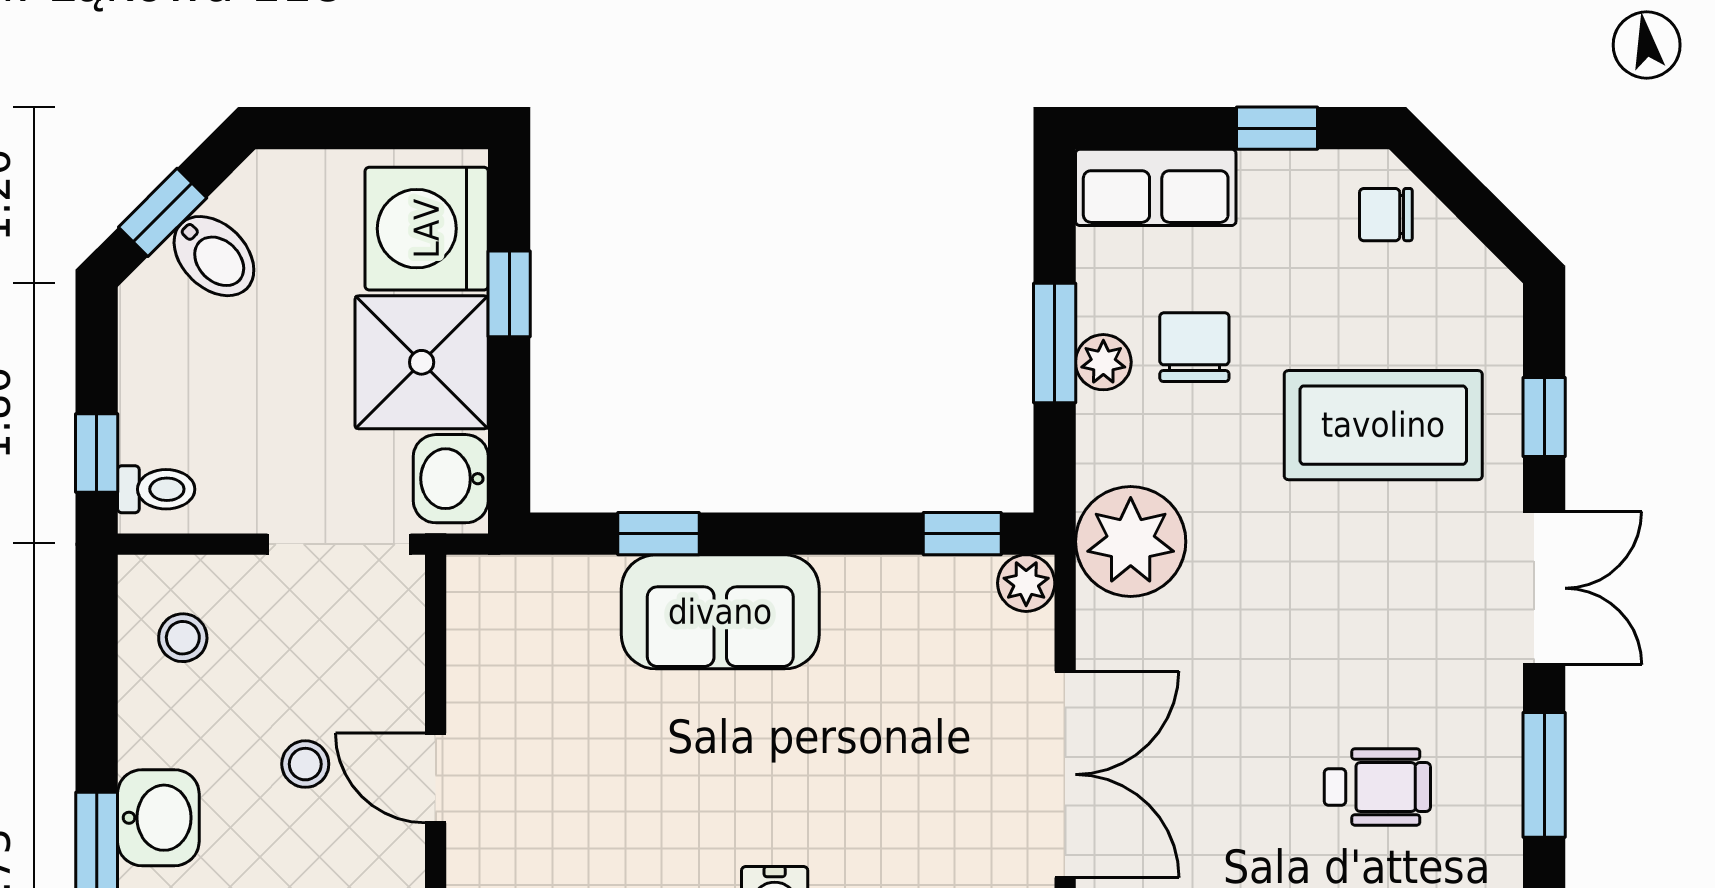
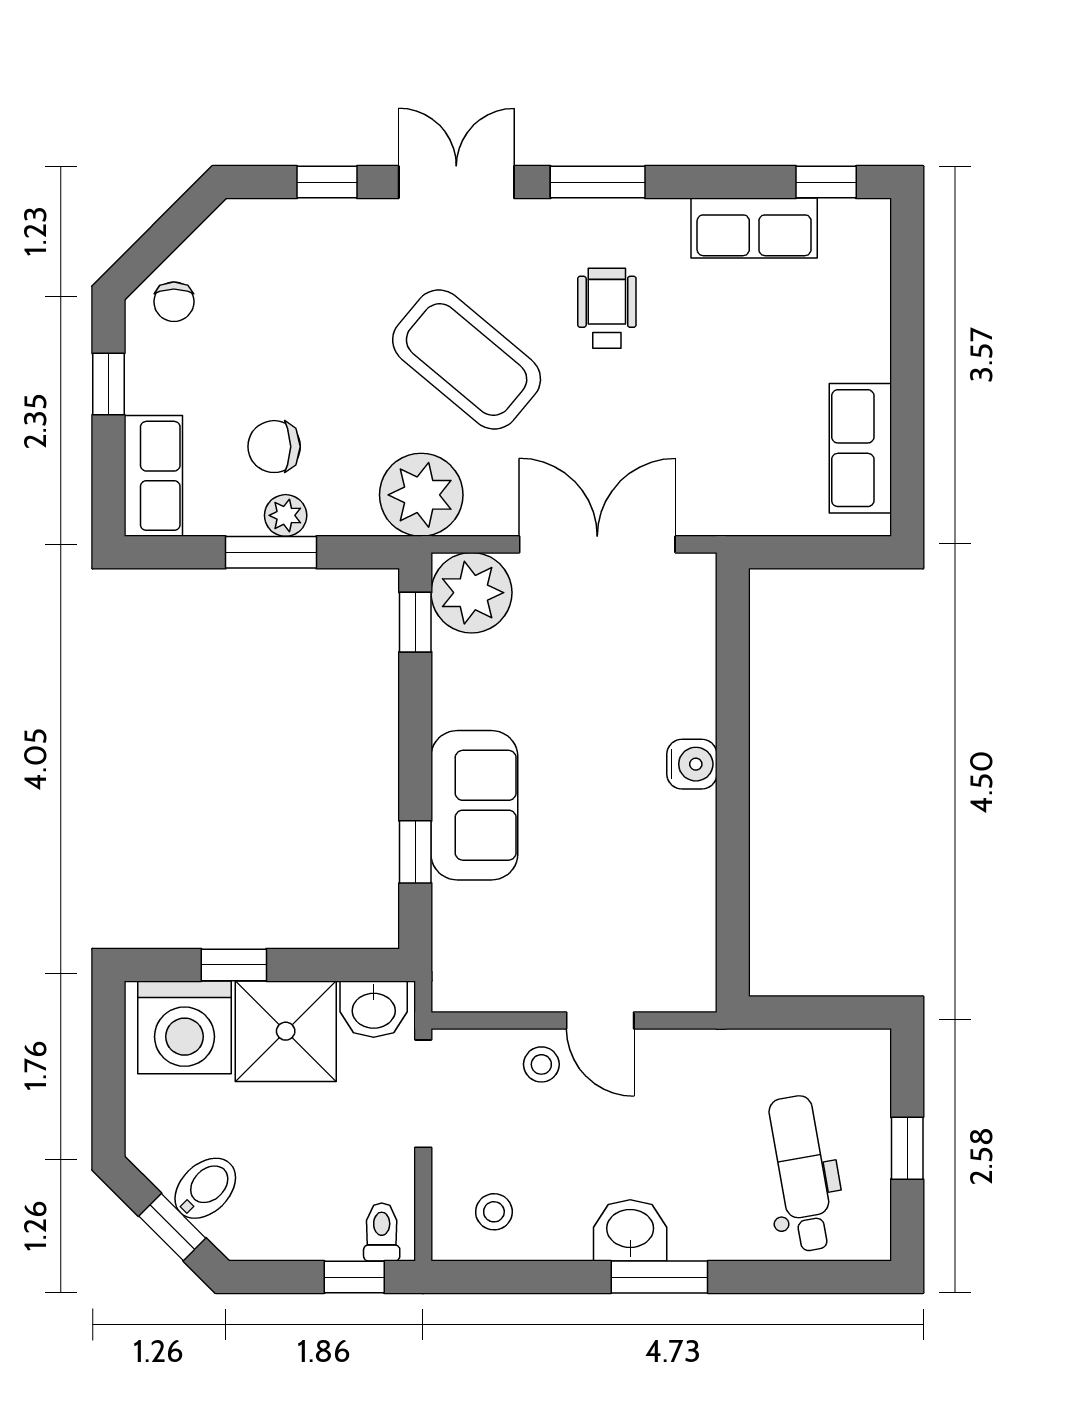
coffee table: (1383, 425) -> (467, 360), moved, turned -50
plant: (1026, 583) -> (471, 593), width x1.87, depth x1.87
stool: (305, 764) -> (541, 1064), moved
door: (436, 778) -> (600, 1020), hinge flipped

